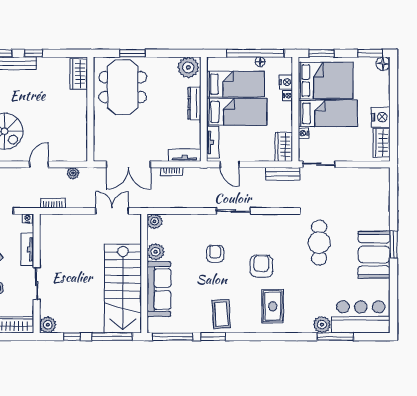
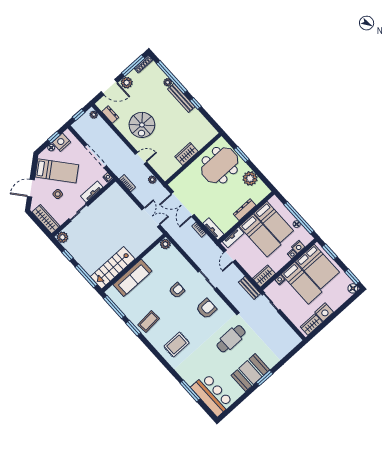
plant: (188, 67) -> (250, 178), moved
wardrobe: (79, 74) -> (186, 154), moved
plant: (156, 252) -> (150, 259), removed
armchair: (261, 266) -> (206, 309), moved
stairs: (123, 289) -> (113, 268), width x0.73, depth x0.66
plant: (322, 325) -> (190, 378), removed

